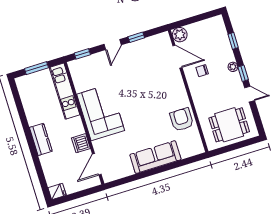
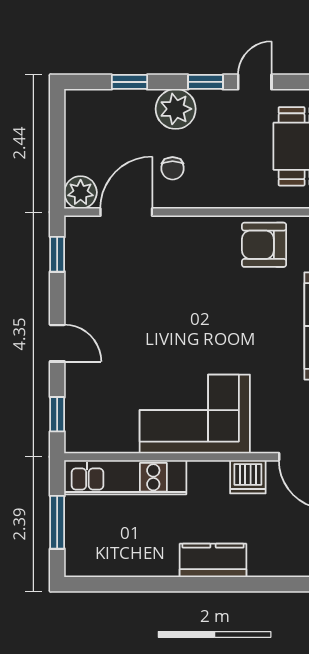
window: (136, 37) -> (57, 254), moved
plant: (233, 67) -> (176, 109), width x1.87, depth x1.87

